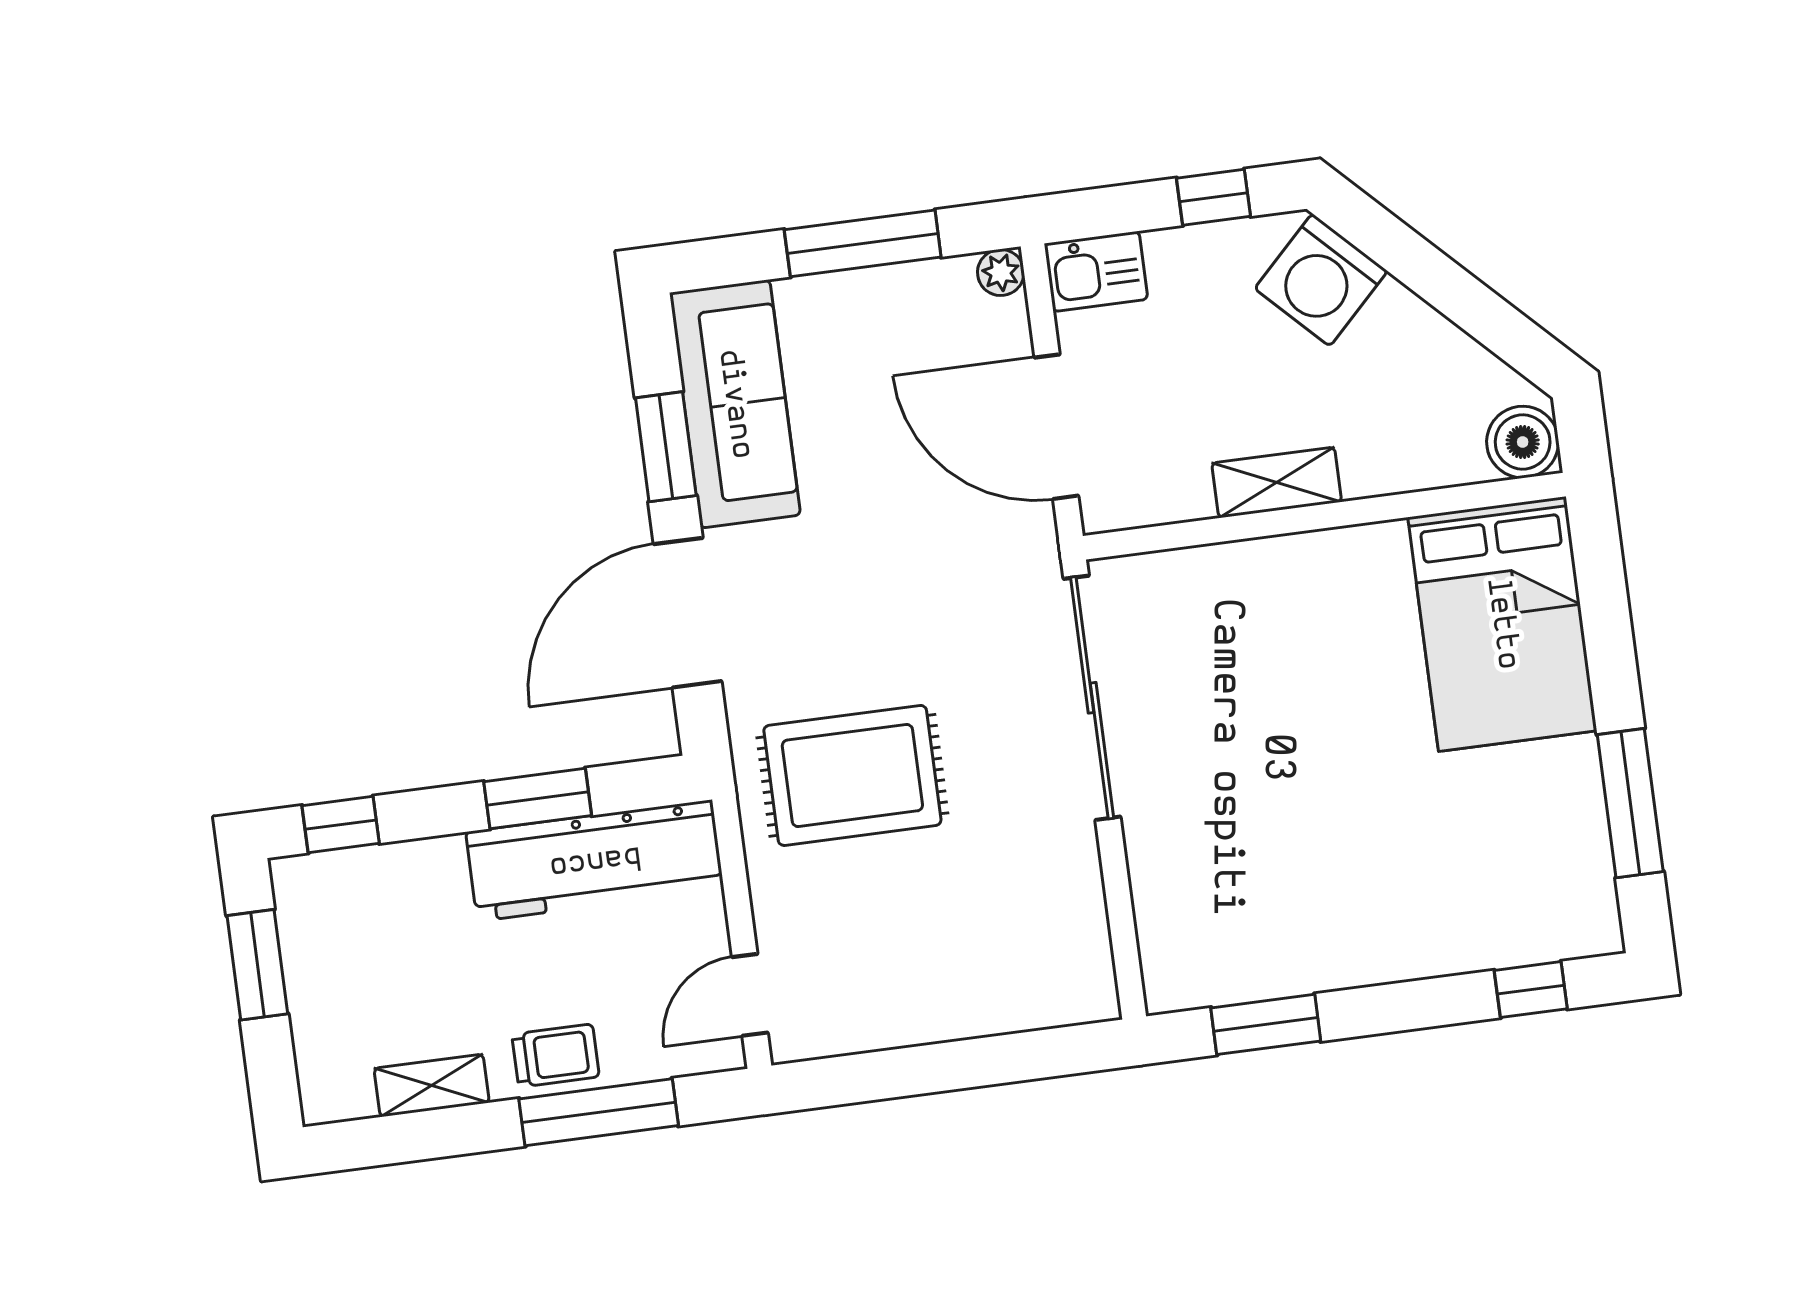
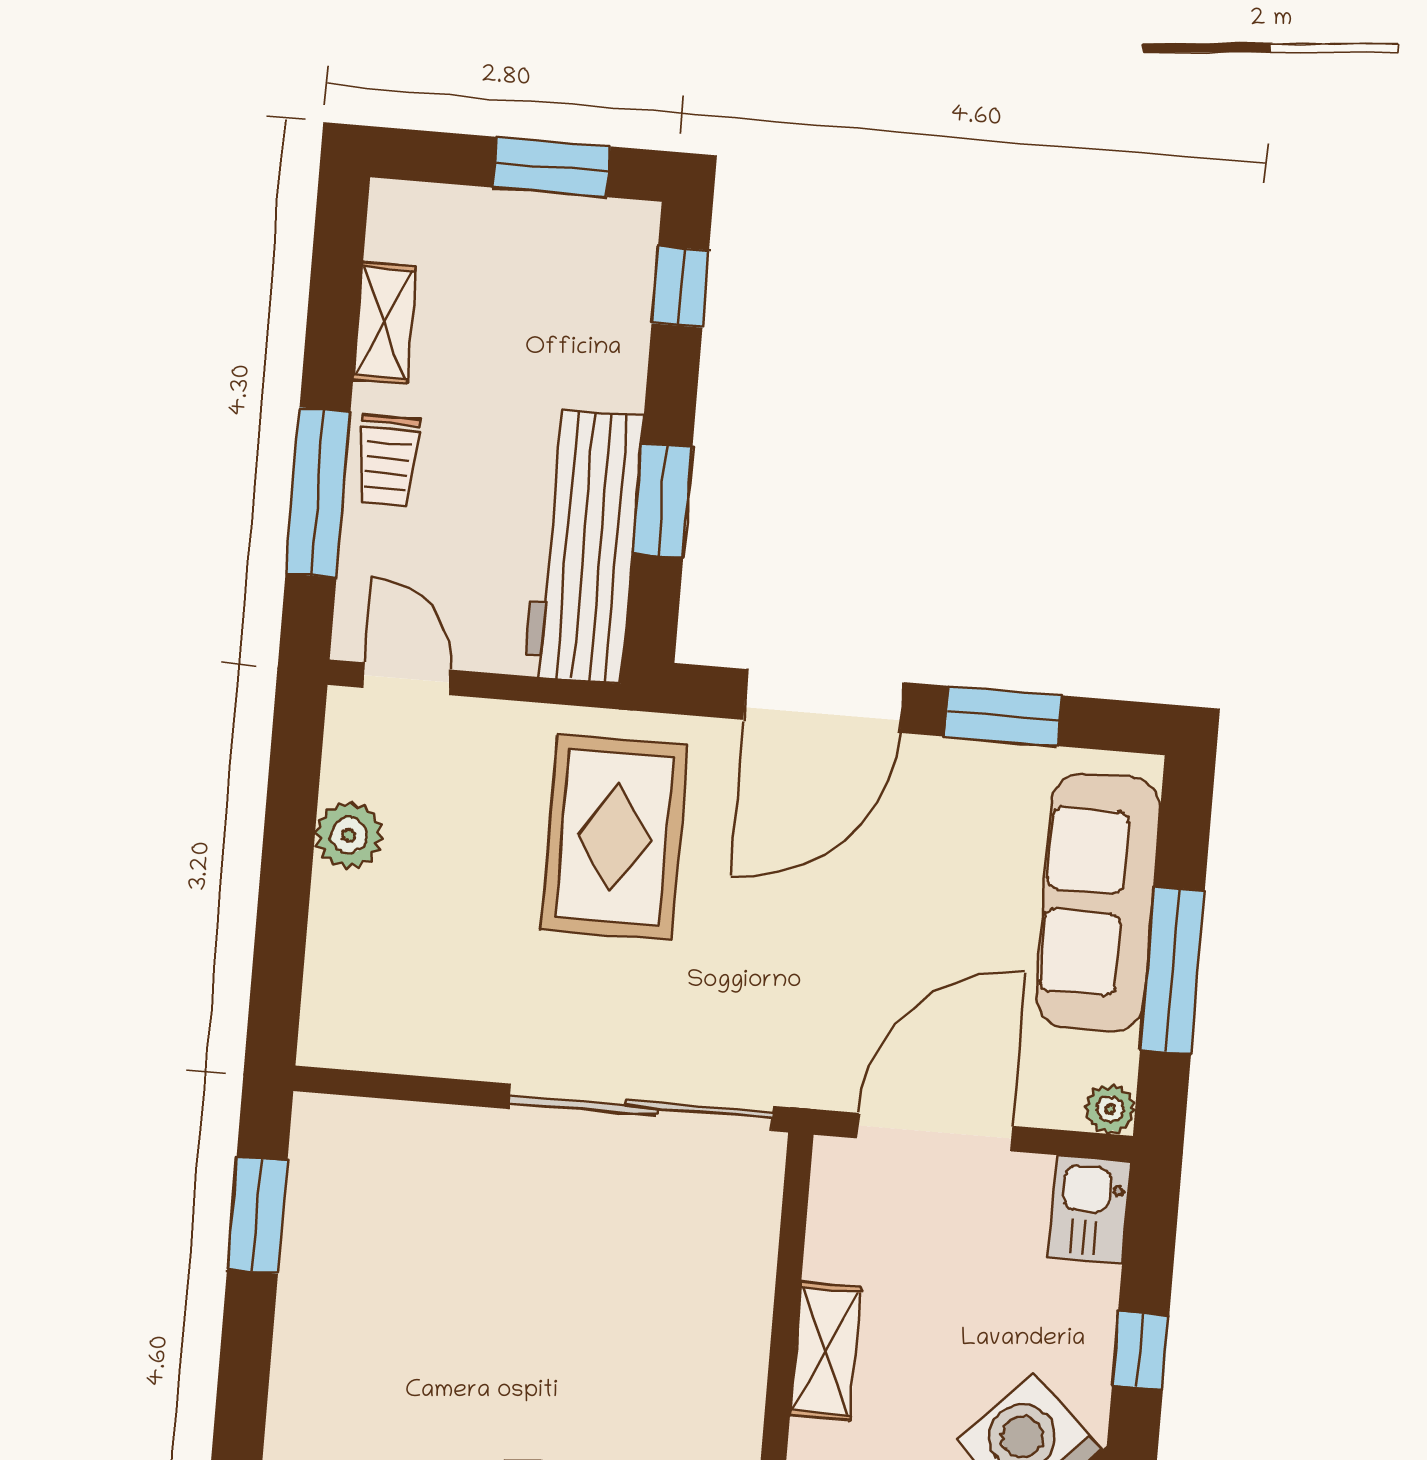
sofa: (735, 404) -> (1098, 902), moved, turned 90
door: (688, 613) -> (824, 701), swing flipped
plant: (903, 1016) -> (349, 835), added

